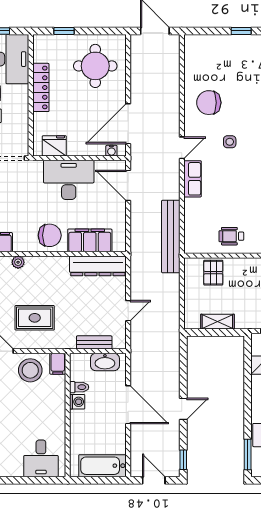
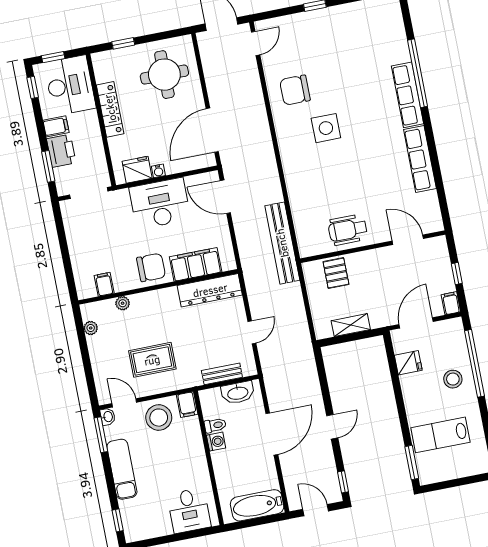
side table: (230, 142) -> (326, 128), width x1.87, depth x1.87
door: (182, 148) -> (256, 43), moved
water cooler: (111, 151) -> (158, 171), moved
row of seats: (193, 179) -> (294, 176), removed
wheelchair: (231, 236) -> (348, 230), width x1.36, depth x1.37
door: (128, 405) -> (272, 434), hinge flipped

